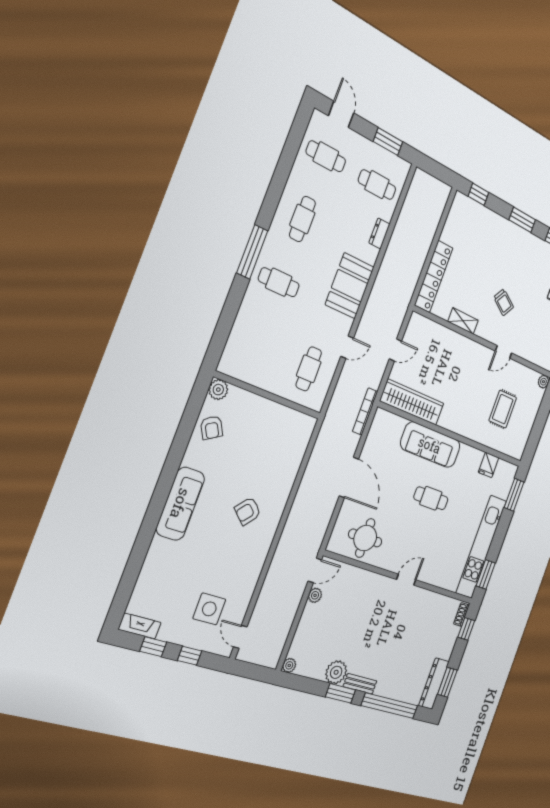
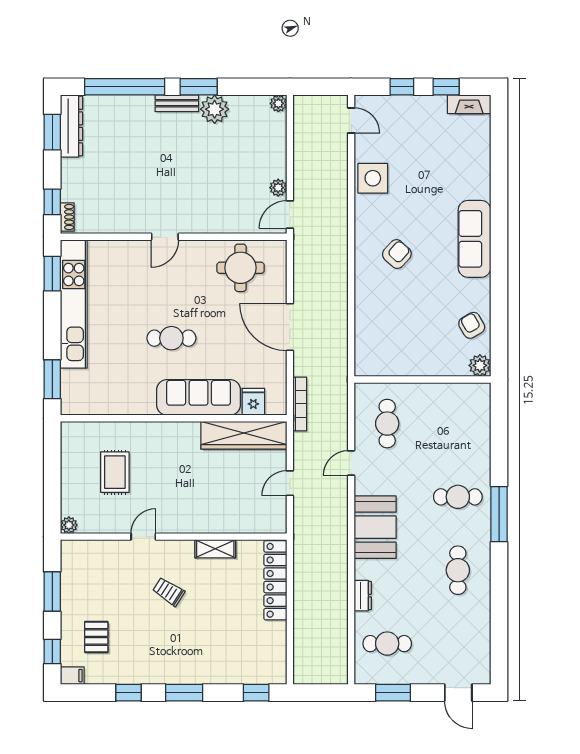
cafe table: (326, 156) -> (458, 644), removed
fridge: (489, 465) -> (253, 402), moved
side table: (209, 609) -> (373, 178), moved

